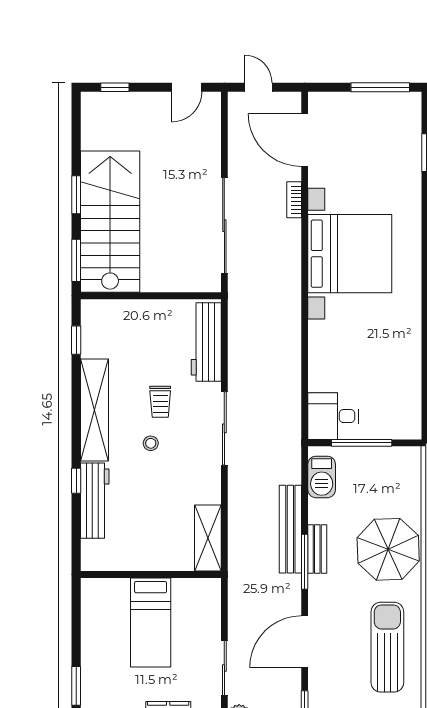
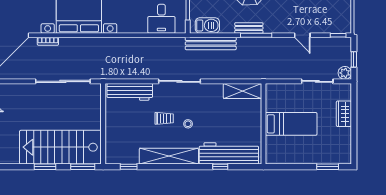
desk: (333, 416) -> (161, 19), moved
window: (76, 481) -> (220, 167), moved
workbench: (95, 501) -> (229, 153), width x1.36, depth x1.32
bench: (290, 529) -> (211, 43), moved
door: (305, 642) -> (302, 35), width x0.53

